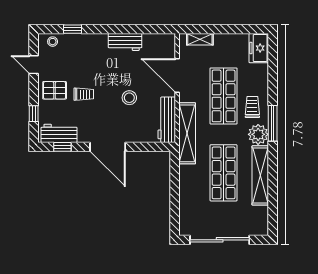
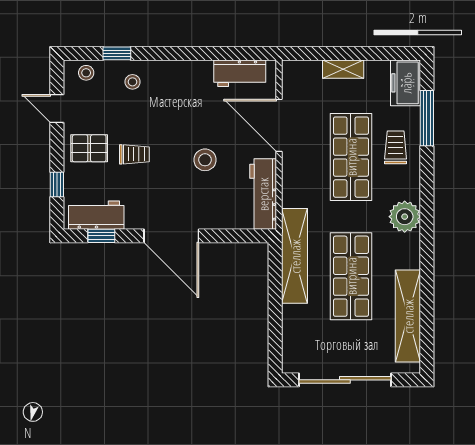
shelving: (200, 39) -> (343, 69), moved
workbench: (125, 42) -> (240, 73), moved
stool: (83, 47) -> (133, 82), added
trolley: (252, 107) -> (396, 147), moved
window: (273, 123) -> (427, 118), moved
shelving: (187, 133) -> (295, 256), moved
shelving: (260, 175) -> (408, 316), moved

